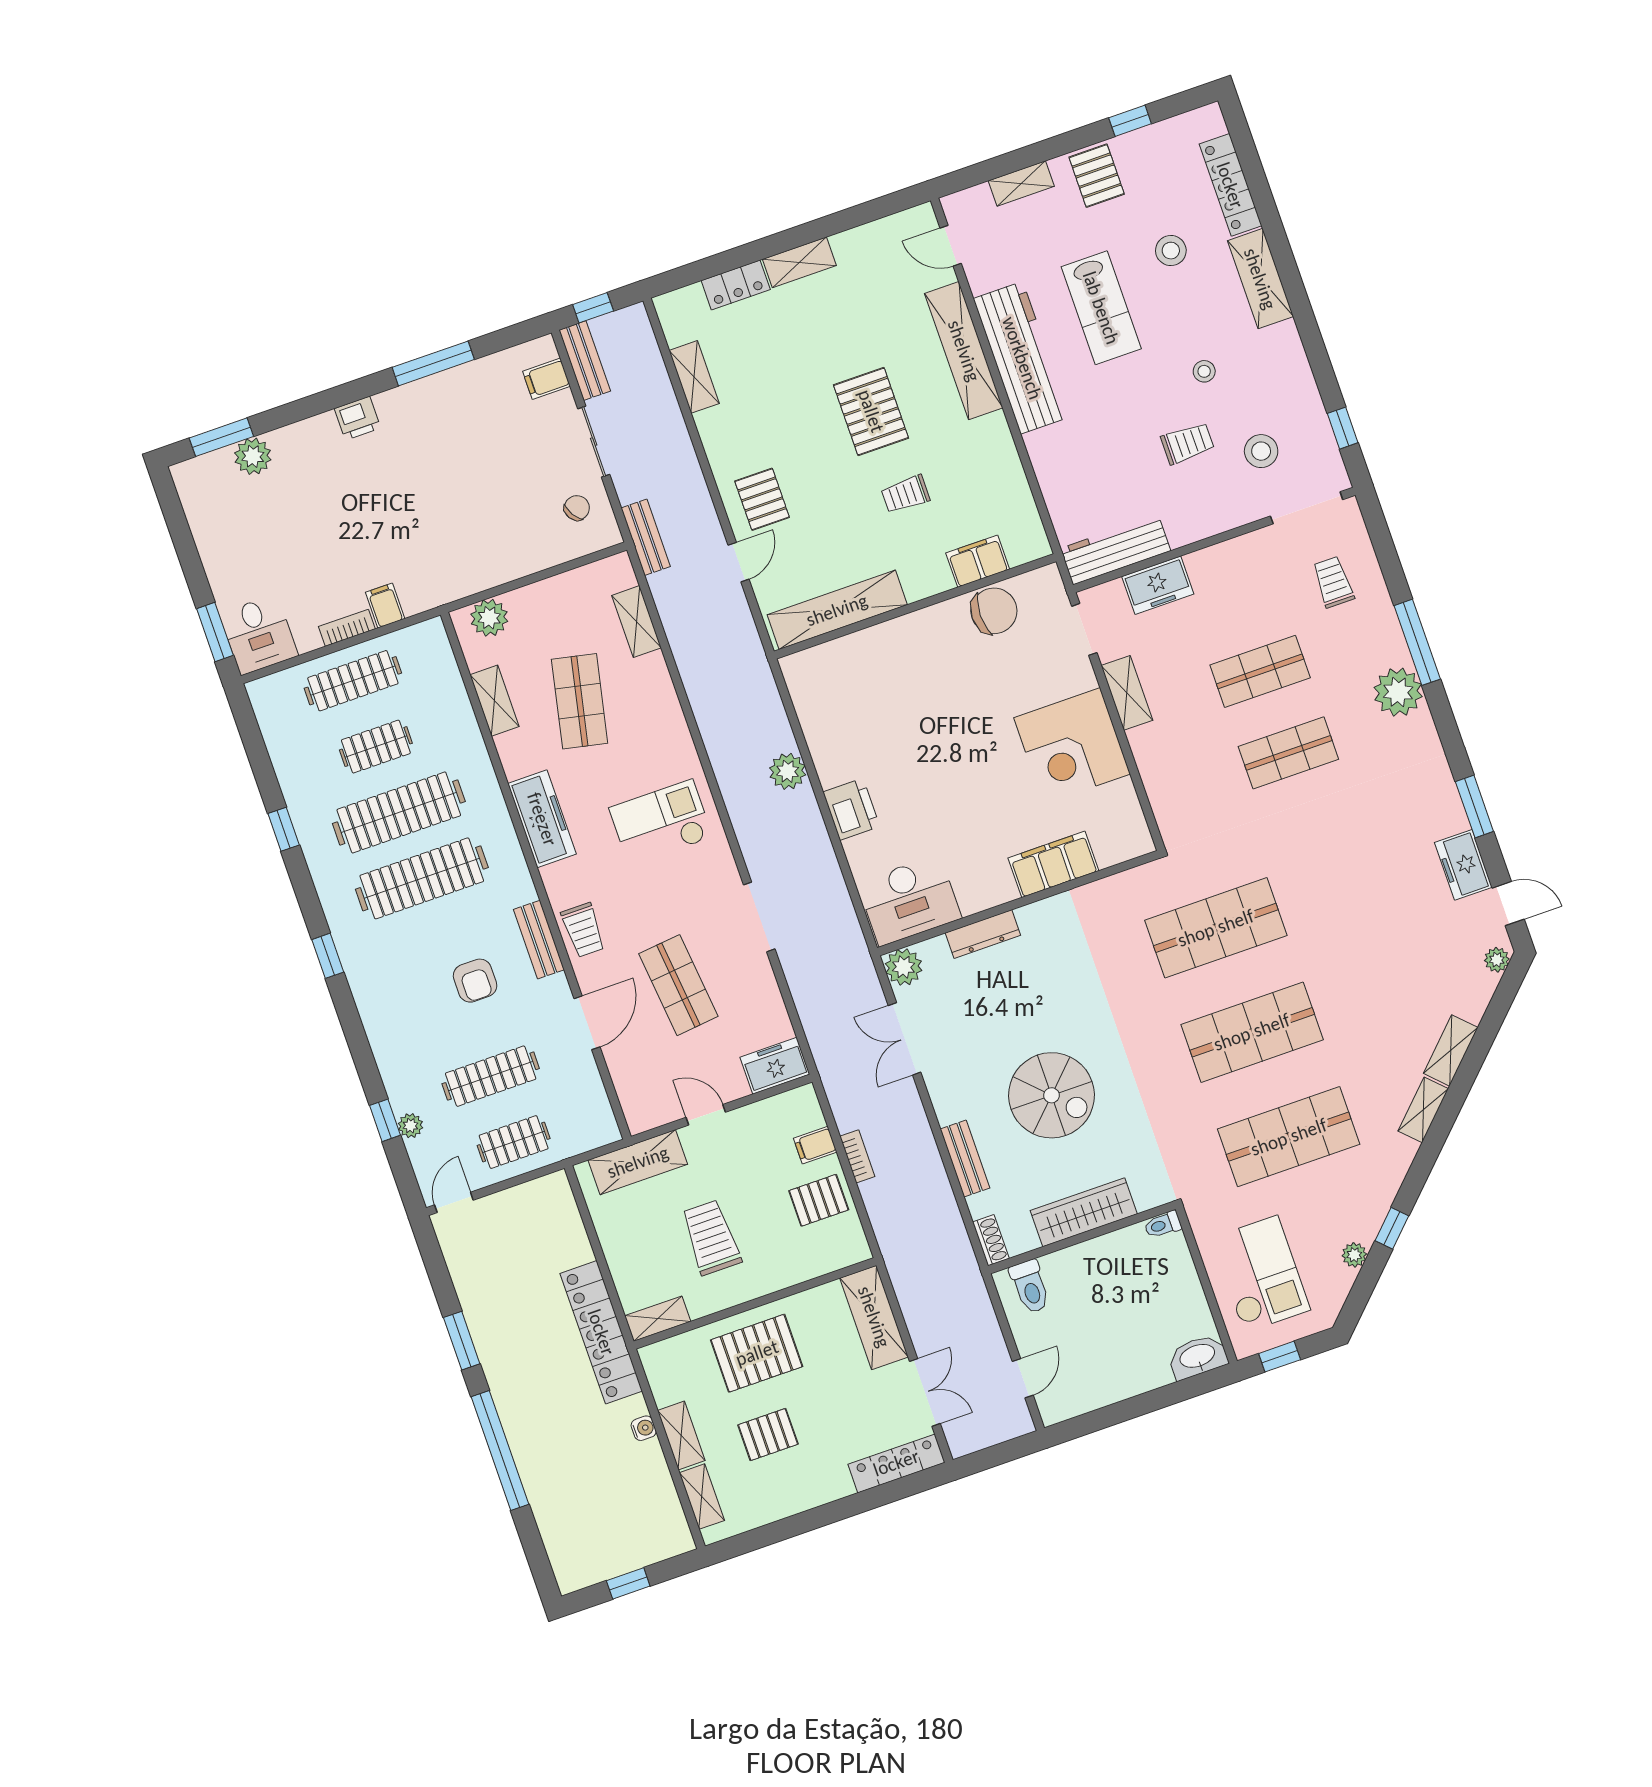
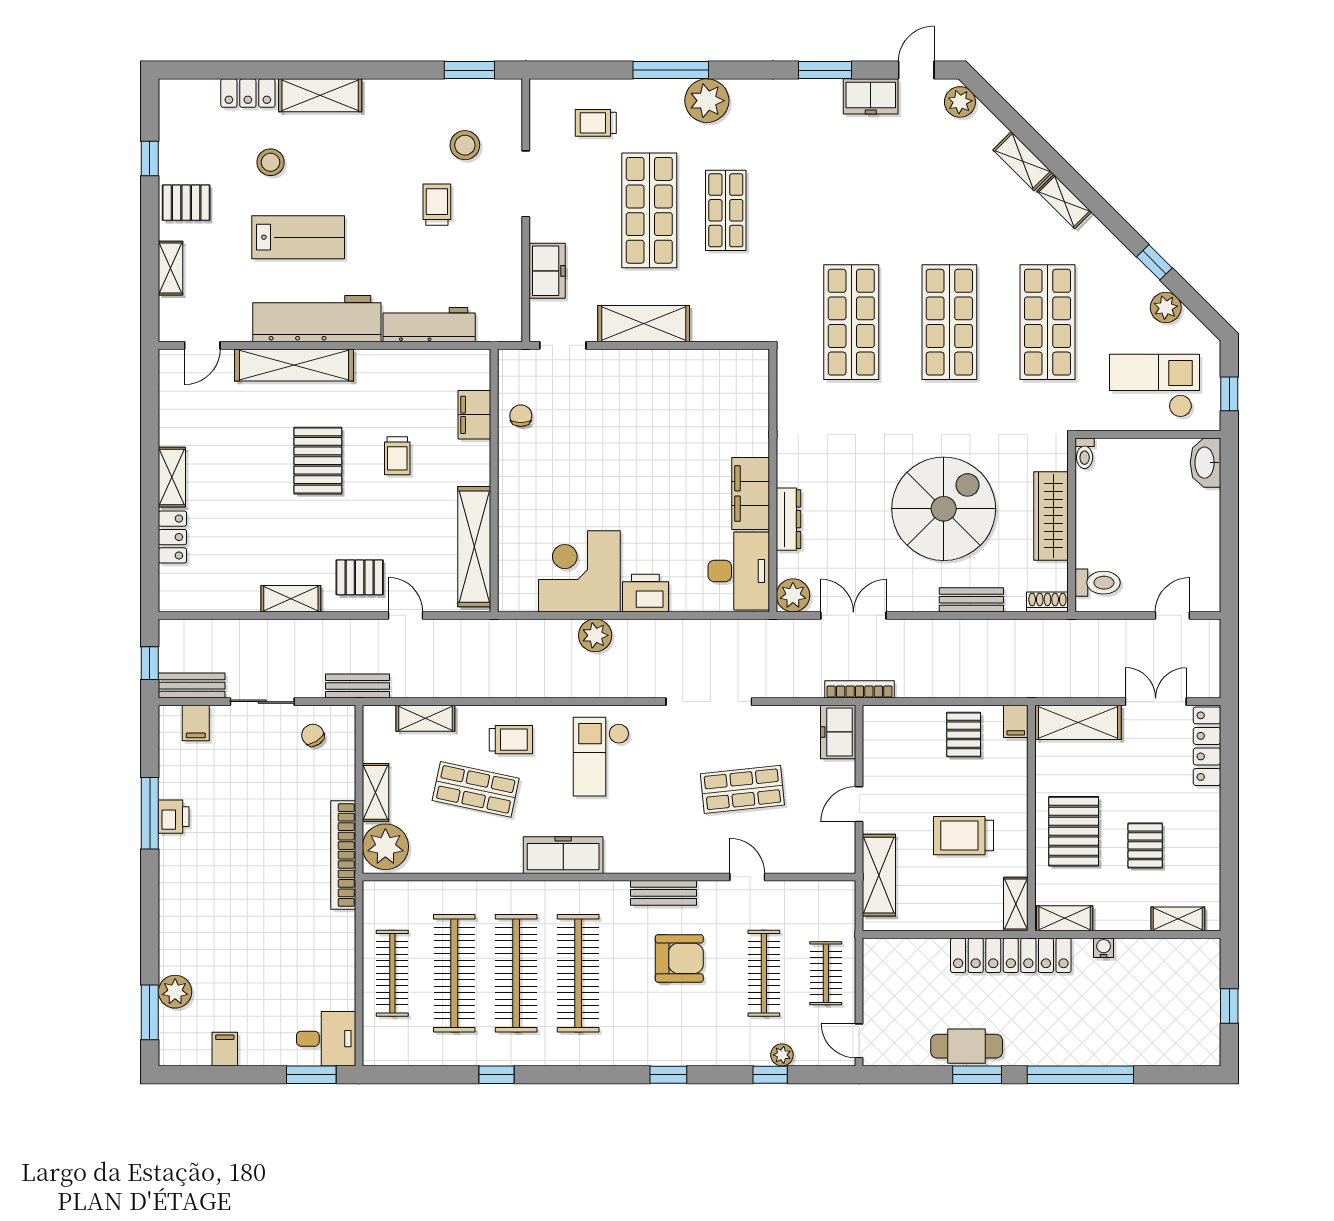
locker: (1230, 185) -> (248, 93), width x0.66
stool: (1204, 371) -> (381, 170), removed
shelving: (694, 377) -> (291, 599), moved
pallet: (871, 411) -> (318, 461), turned 90
printer: (357, 418) -> (174, 817), moved
window: (1343, 428) -> (469, 70), width x1.50
doorway: (1307, 508) -> (526, 184), moved
workbench: (1115, 550) -> (429, 325), moved, turned 90
filing cabinet: (385, 606) -> (225, 1049), moved, turned 90
chair: (994, 611) -> (521, 416), width x0.54, depth x0.54
plant: (489, 618) -> (385, 847), width x1.36, depth x1.36
bookcase: (347, 628) -> (343, 855), moved, width x2.31, depth x1.31
shop shelf: (1260, 671) -> (649, 210), width x1.43, depth x1.36
shelving: (1127, 693) -> (644, 324), width x1.50, depth x1.33
shelving: (494, 701) -> (376, 792), moved, turned 90
corner desk: (1072, 746) -> (579, 571), moved, turned 180
clothes rail: (376, 747) -> (454, 973), width x1.86, depth x1.31
filing cabinet: (1053, 864) -> (751, 493), moved
doorway: (759, 917) -> (709, 702), width x1.36
trolley: (583, 930) -> (511, 740), moved
window: (328, 956) -> (668, 1075), moved
plant: (1497, 960) -> (960, 102), width x1.38, depth x1.38
armchair: (475, 981) -> (679, 958), width x1.38, depth x1.38
door: (587, 1023) -> (747, 877), width x0.73
double door: (905, 1039) -> (853, 615), swing flipped
spiral stairs: (1052, 1095) -> (944, 509), width x1.37, depth x1.37
filing cabinet: (815, 1145) -> (1016, 721), moved
bookcase: (857, 1156) -> (859, 689), moved, width x1.56
plant: (1354, 1255) -> (1166, 308), width x1.38, depth x1.38
cafe table: (488, 1319) -> (967, 1046), added
door: (1023, 1378) -> (1172, 615), hinge flipped
shelving: (681, 1436) -> (1065, 918), moved

